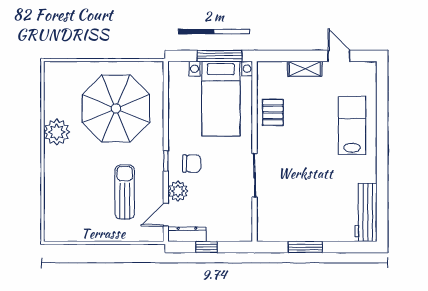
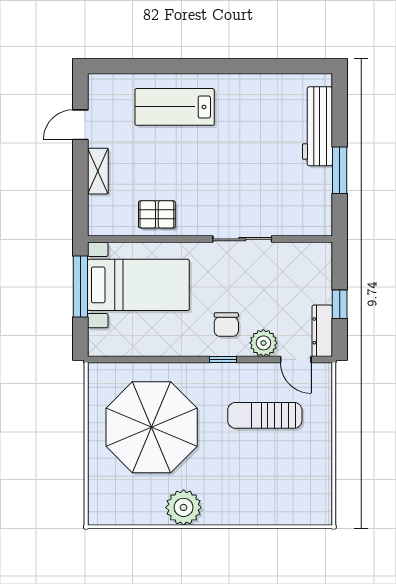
chair: (192, 164) -> (226, 324), turned 180
workbench: (366, 213) -> (317, 126), moved, turned 90

